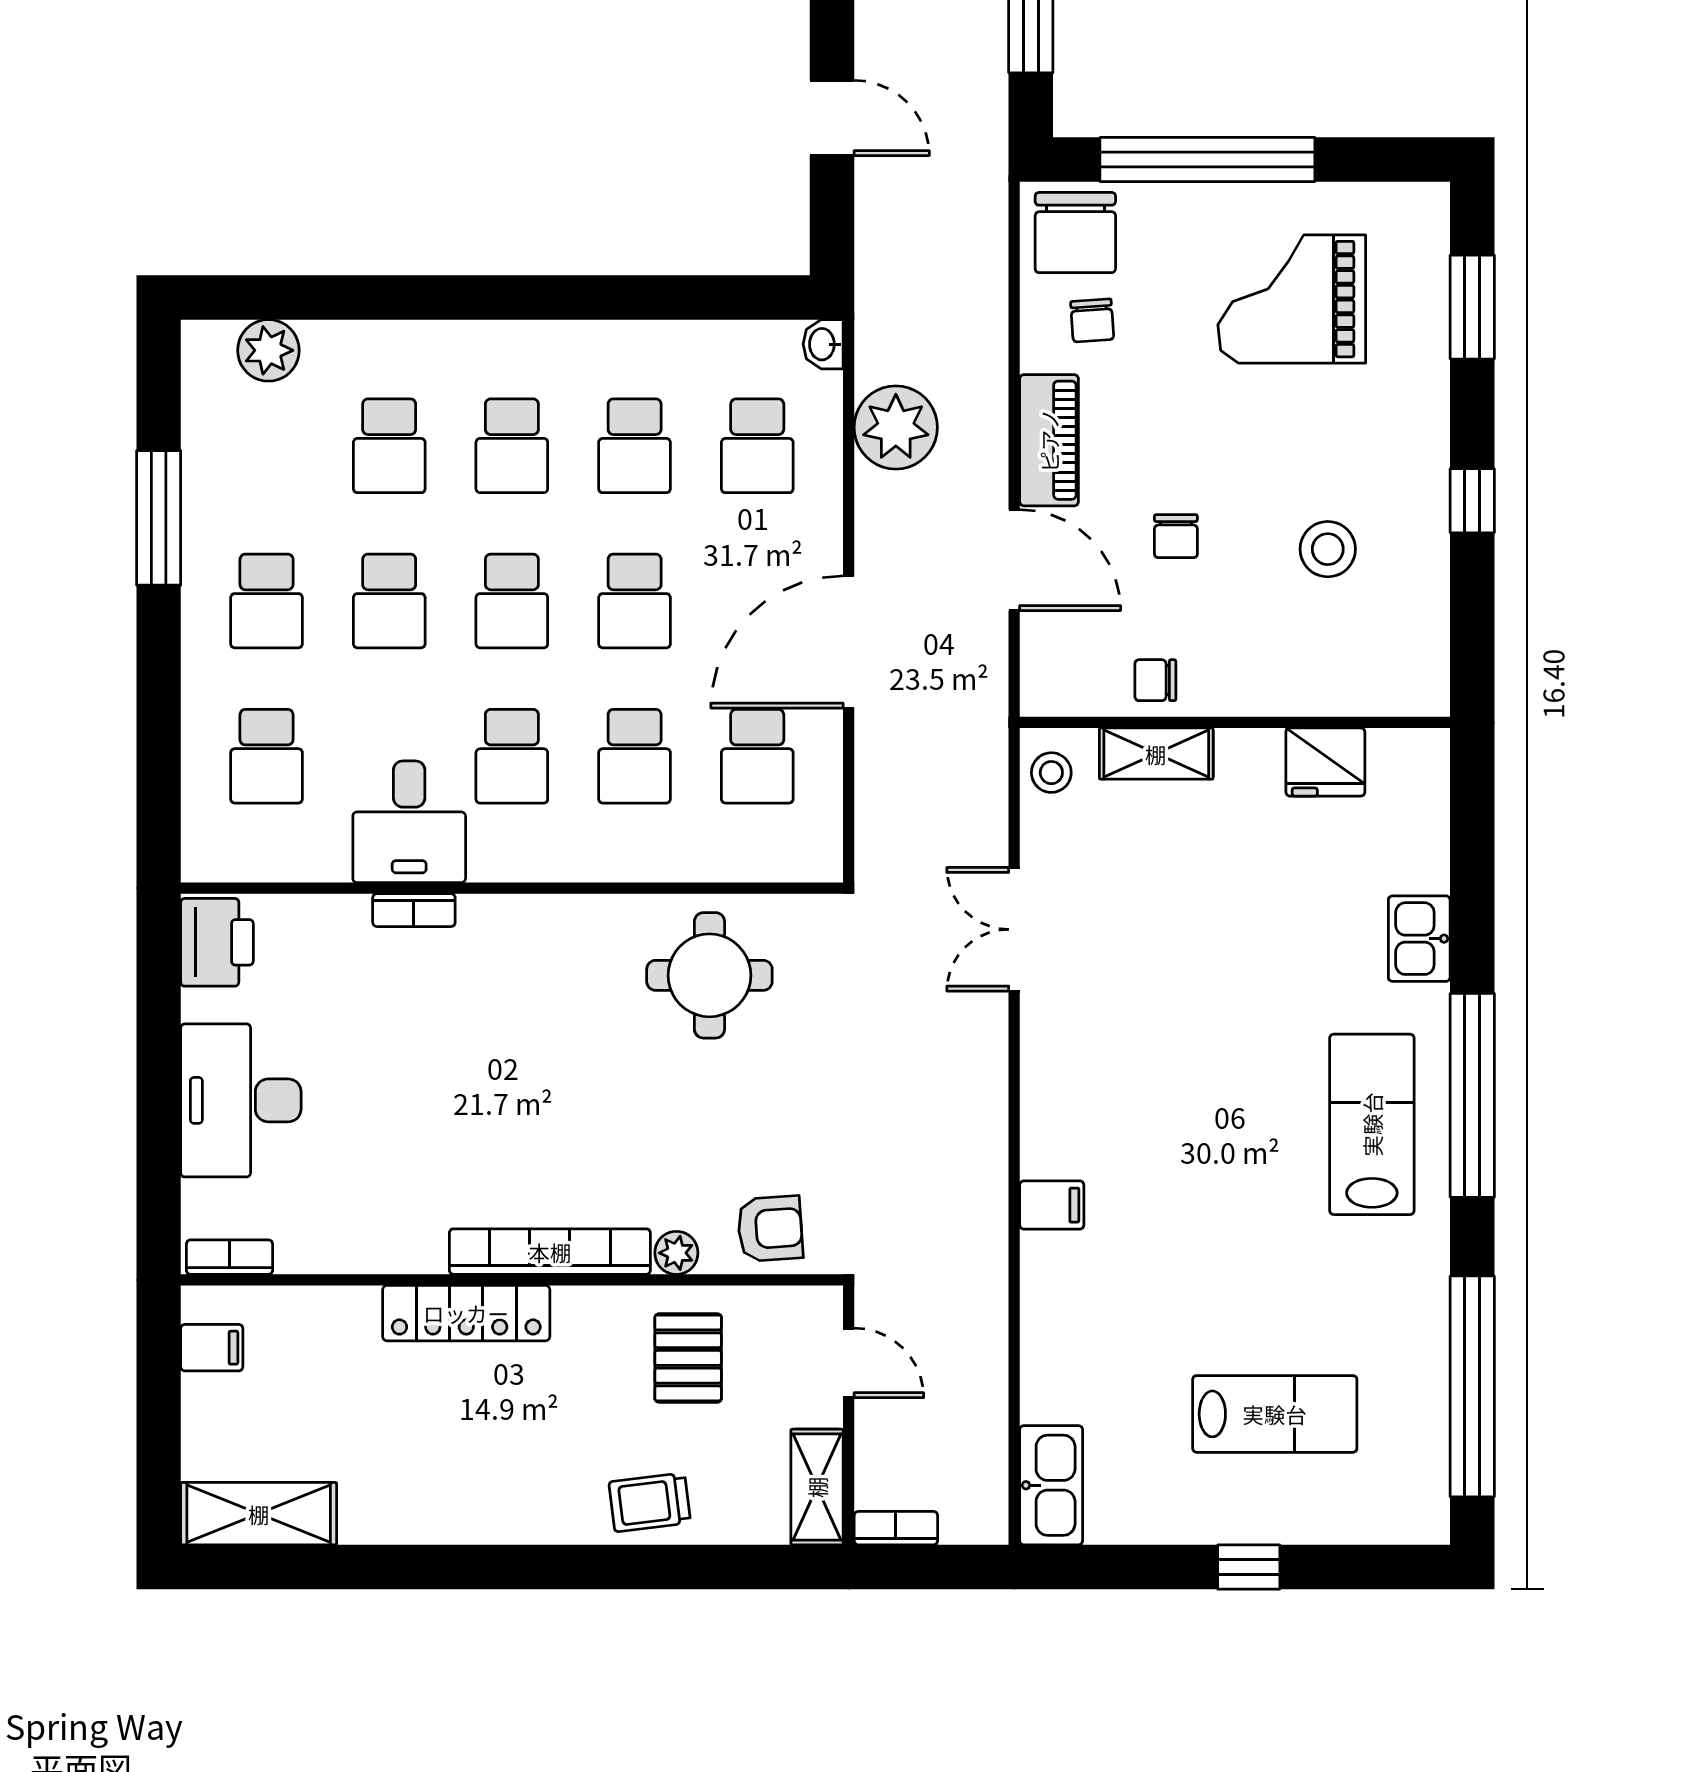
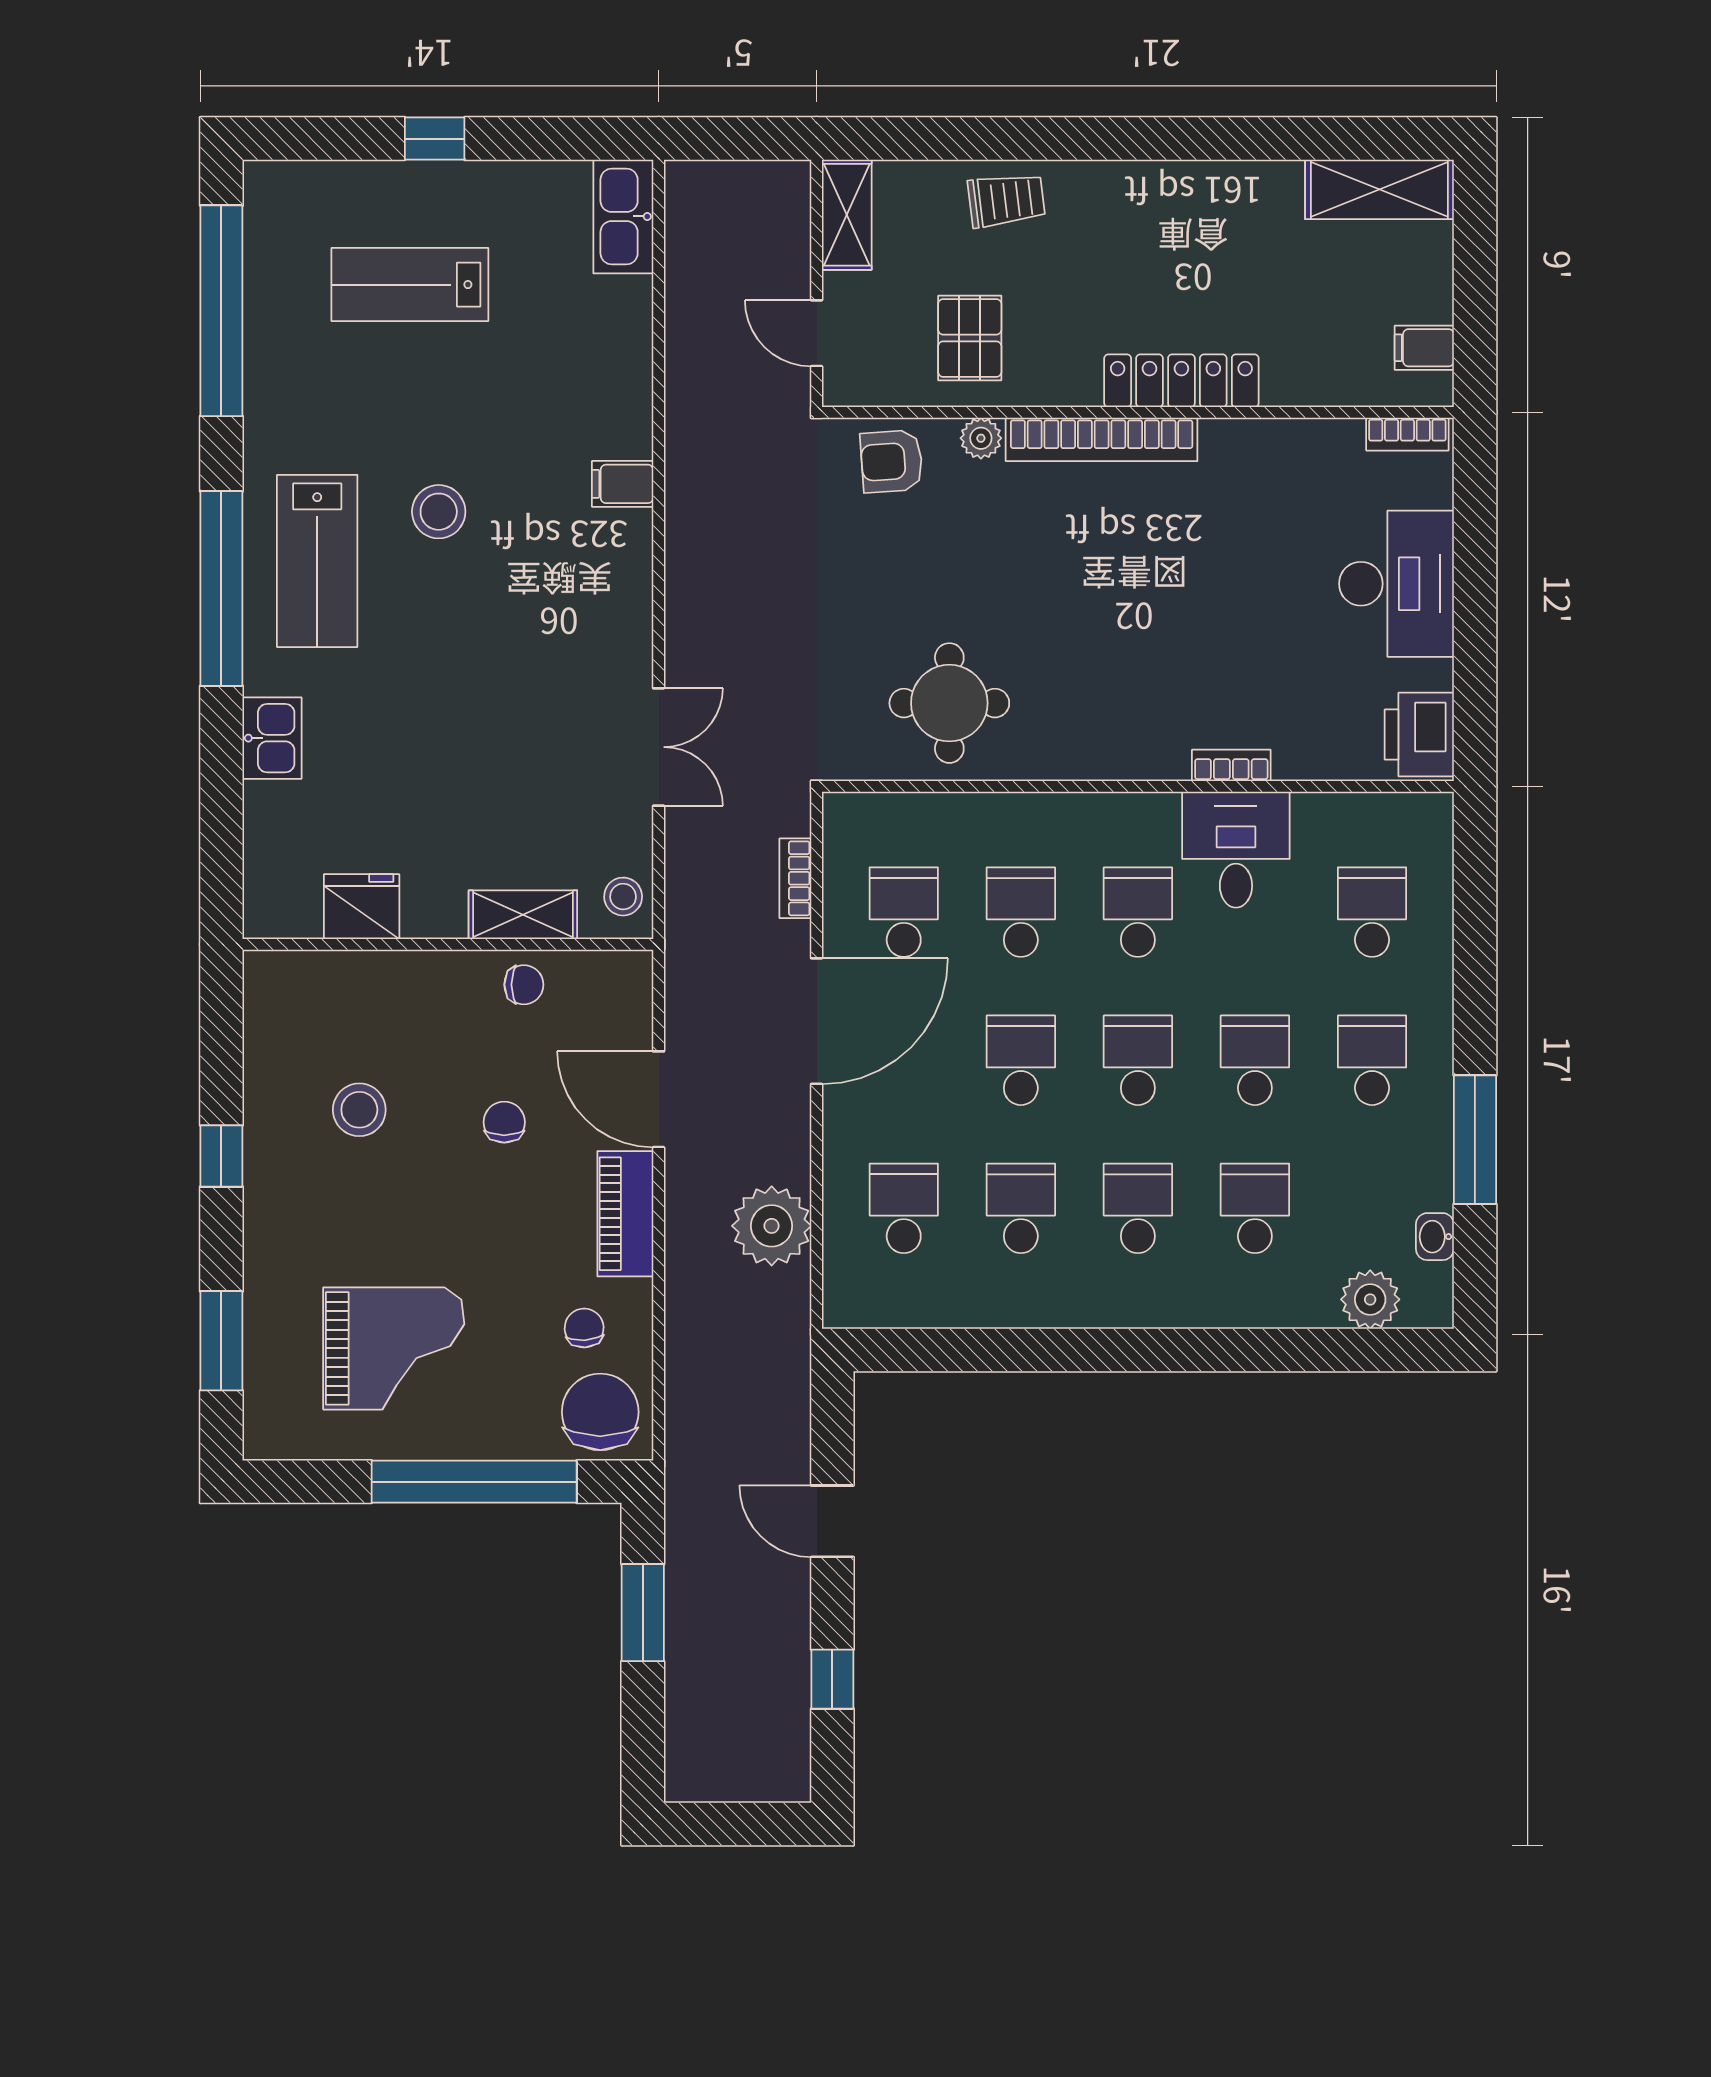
washbasin: (823, 344) -> (1435, 1237), moved, turned 180
stool: (1245, 1176) -> (439, 512), added
bookcase: (896, 1528) -> (795, 878), moved, turned 90

